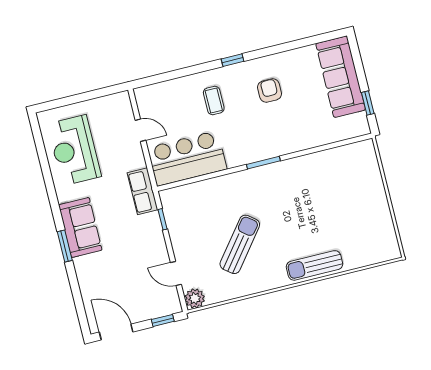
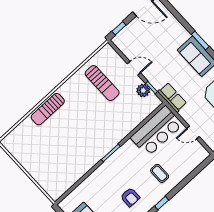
sun lounger: (240, 244) -> (102, 83), moved, turned -38
sun lounger: (315, 265) -> (48, 109), turned 180
door: (176, 273) -> (134, 68), moved
plant: (195, 298) -> (143, 90), moved

